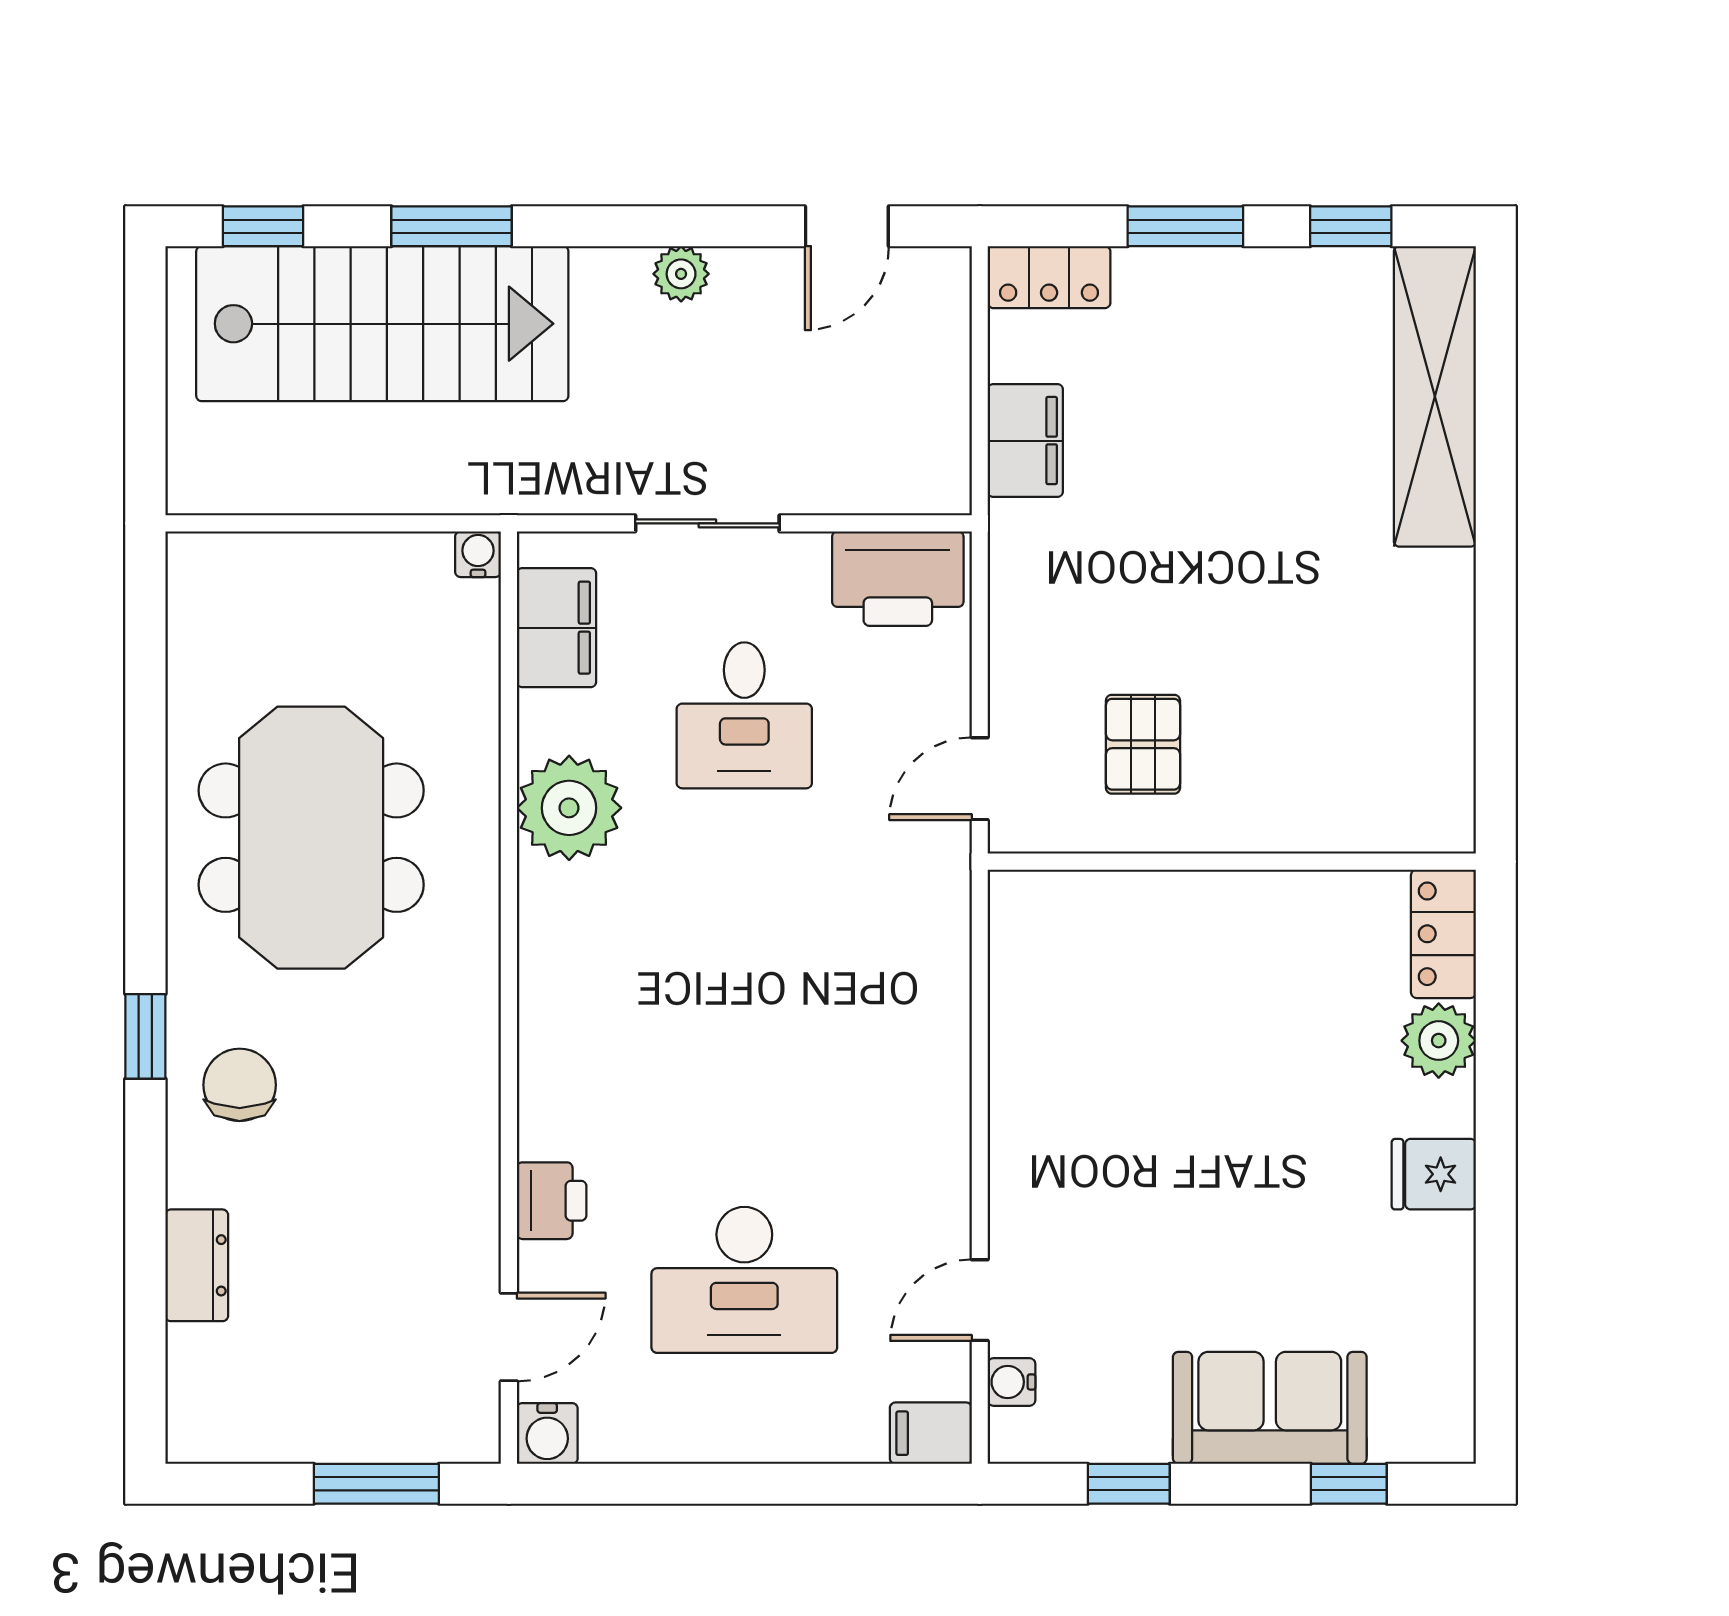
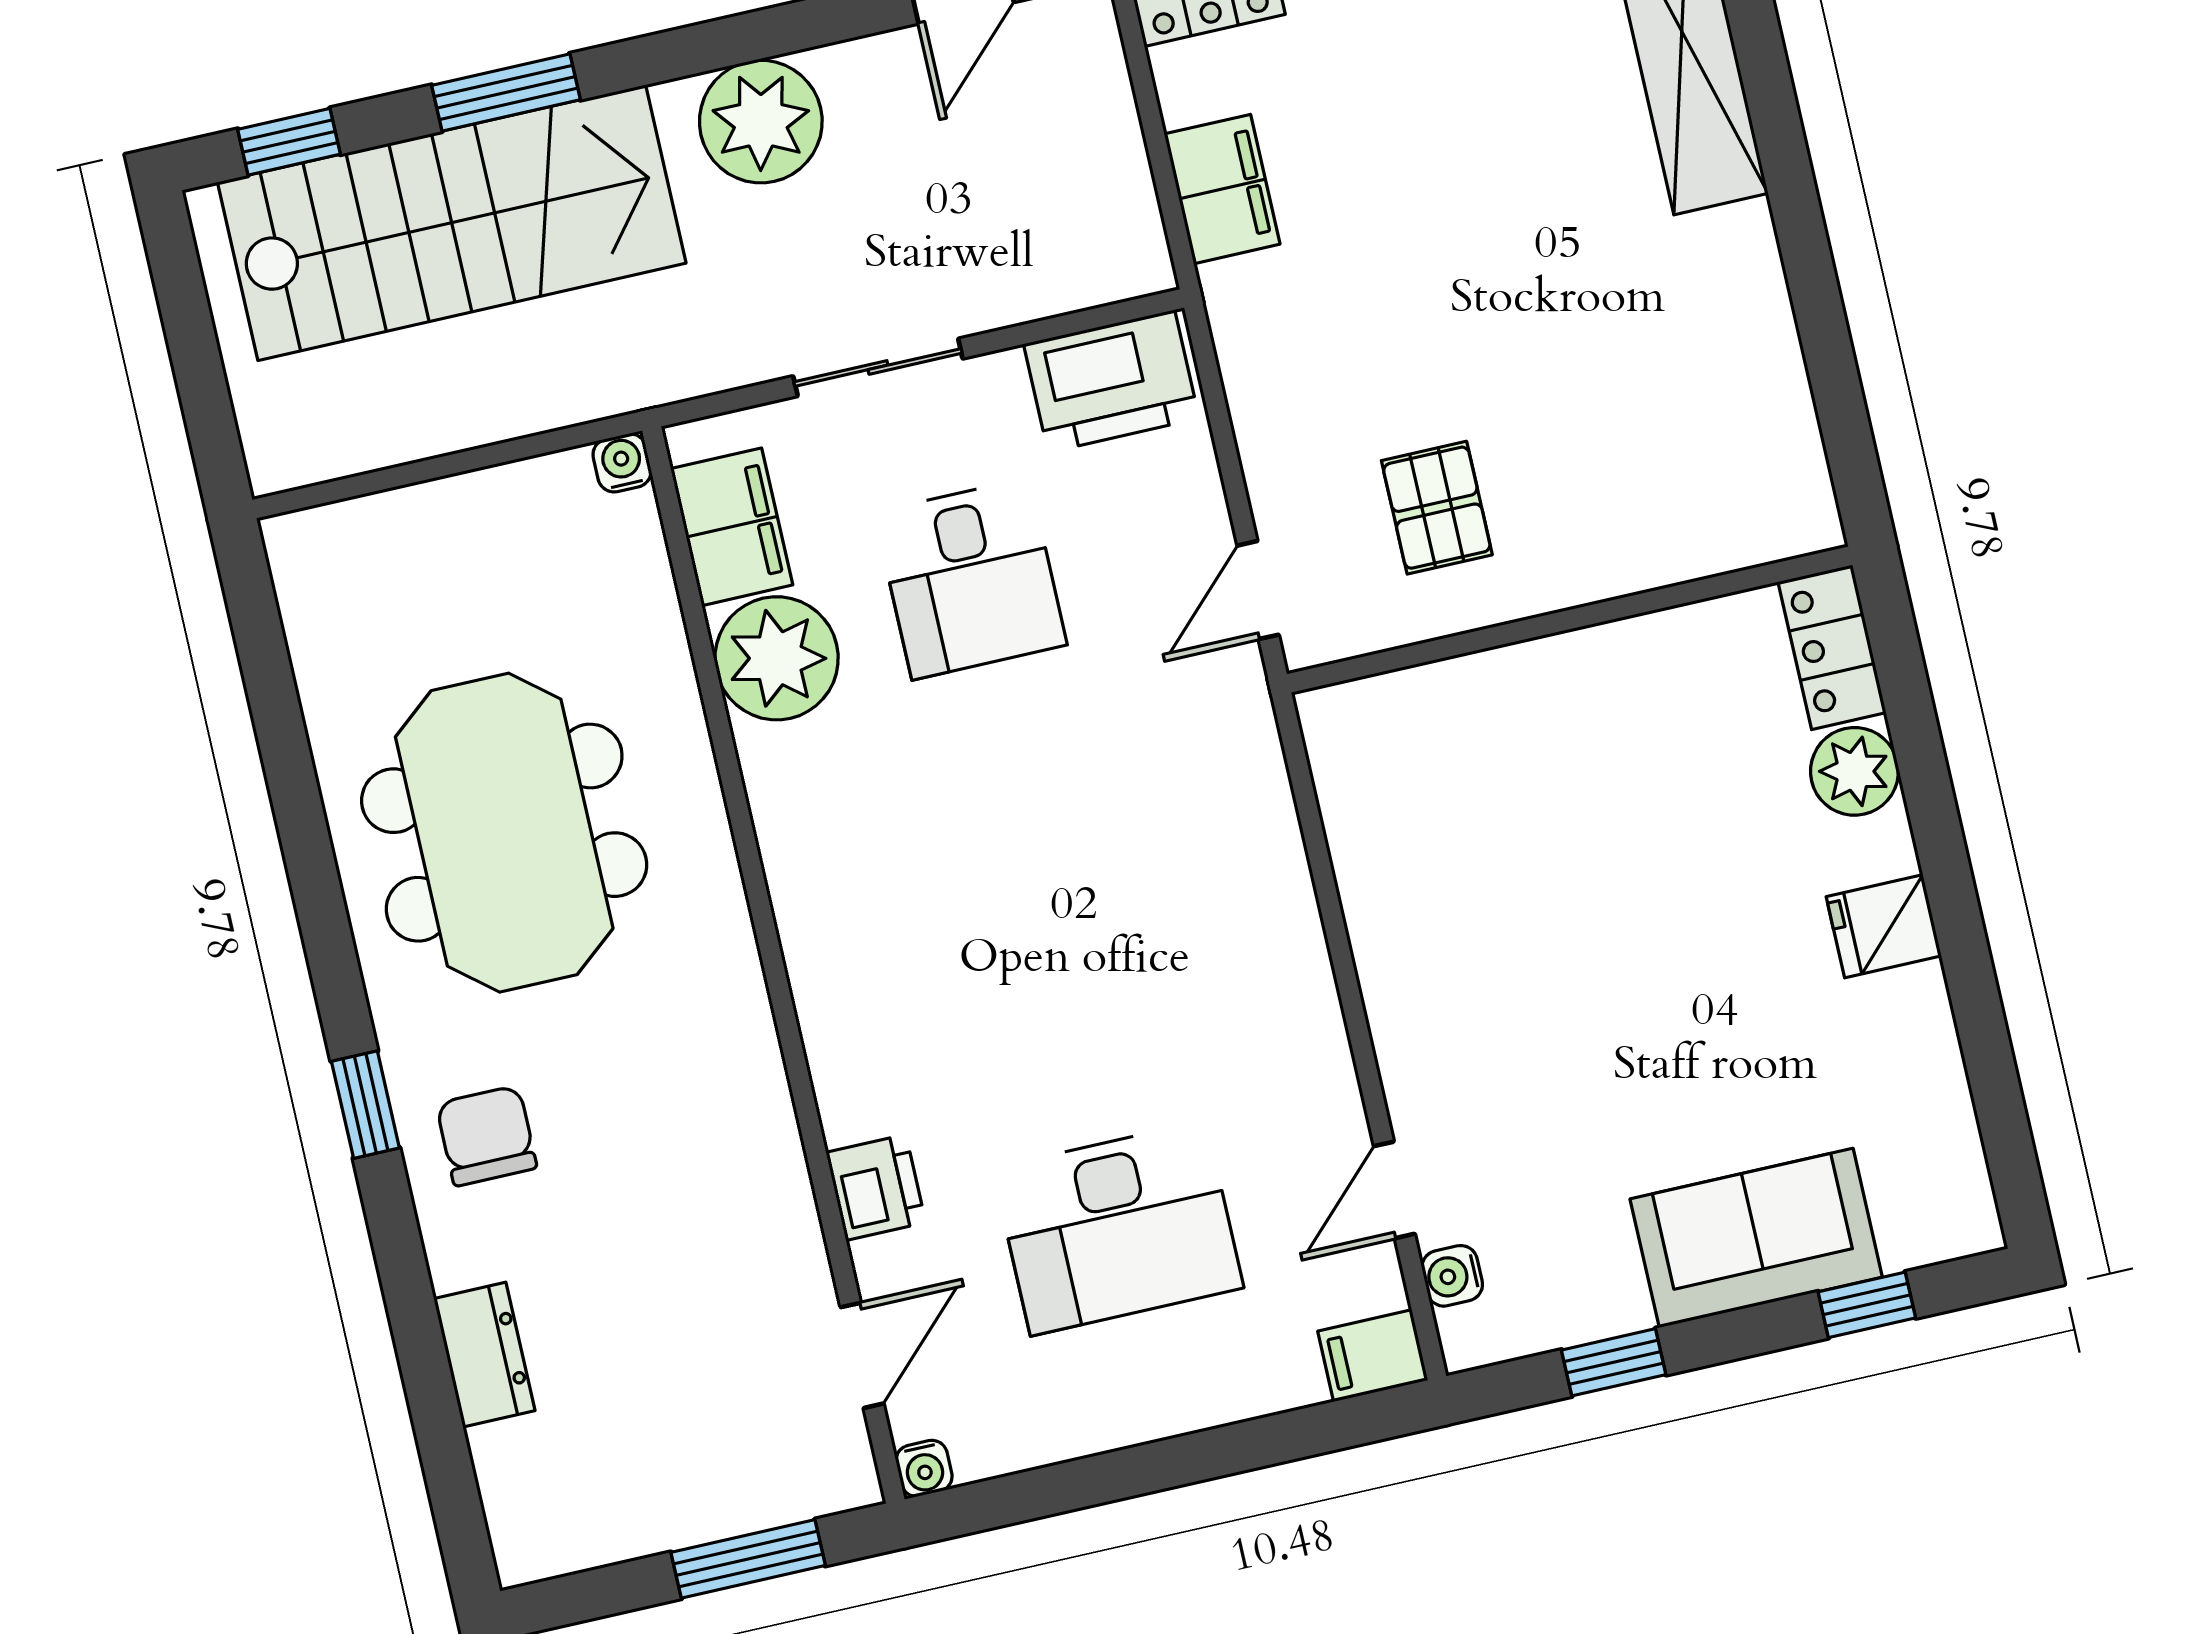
plant: (681, 274) -> (761, 122), width x1.88, depth x1.88
plant: (569, 808) -> (777, 658), moved
water cooler: (547, 1433) -> (924, 1468), width x0.72, depth x0.72

